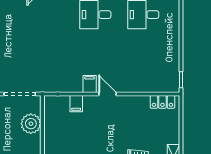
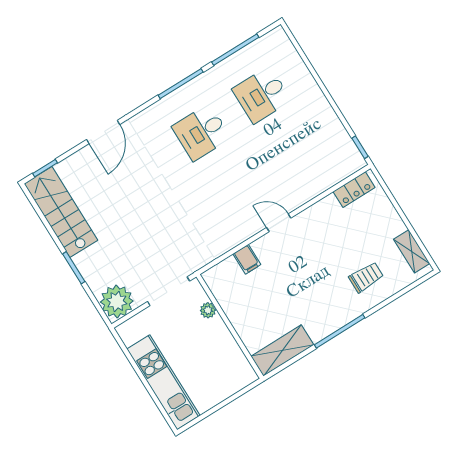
filing cabinet: (90, 84) -> (248, 224), removed
plant: (31, 124) -> (208, 310), width x0.53, depth x0.53

